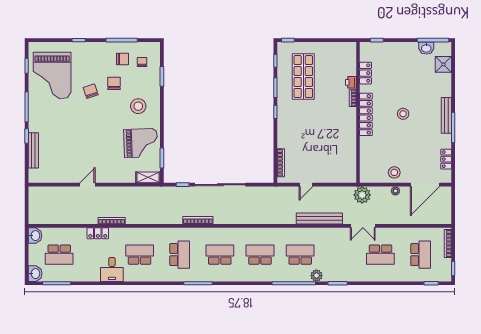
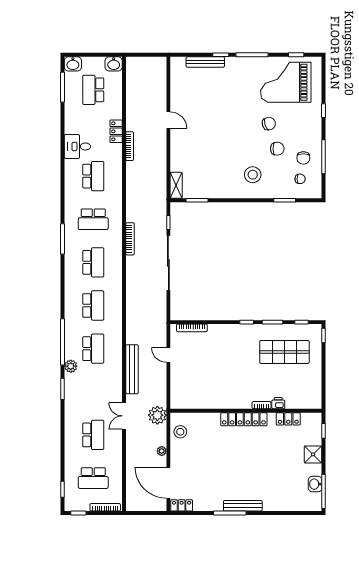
shower: (443, 64) -> (313, 454), moved
stool: (403, 114) -> (245, 459), removed
grand piano: (141, 143) -> (213, 177), removed
locker: (446, 159) -> (182, 505), moved
stool: (394, 172) -> (180, 432), moved
school desk: (380, 255) -> (93, 435), turned 180

